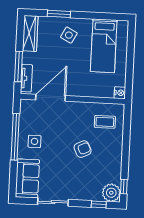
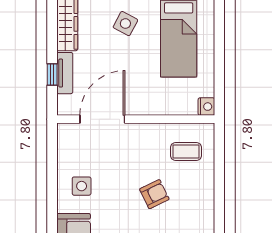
window: (19, 66) -> (52, 74), width x0.46
tv unit: (26, 78) -> (65, 73), moved
window: (15, 137) -> (52, 181), removed

